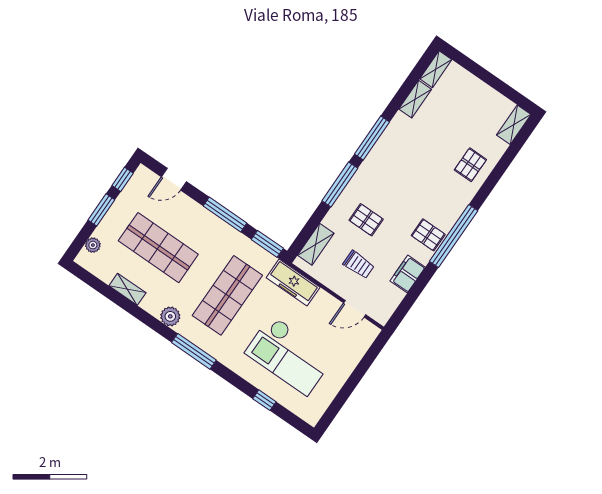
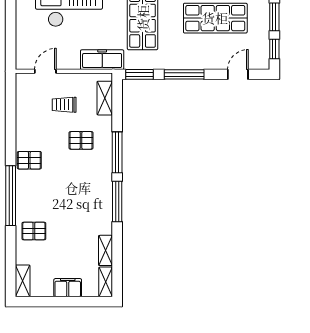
pallet: (470, 165) -> (34, 231), turned 90
window: (454, 236) -> (11, 196), moved
filing cabinet: (408, 274) -> (68, 288), moved, turned -90

